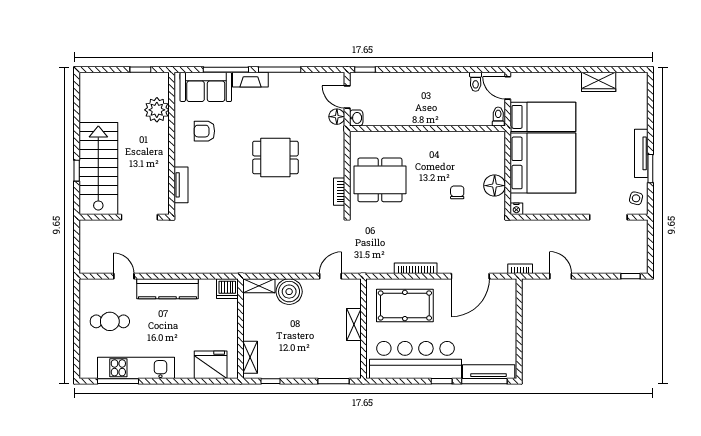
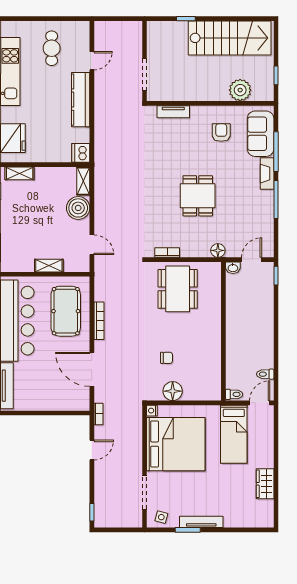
floor lamp: (337, 117) -> (218, 250), moved
bed: (543, 163) -> (176, 444), moved, turned -90
stairs: (98, 168) -> (230, 38), moved

